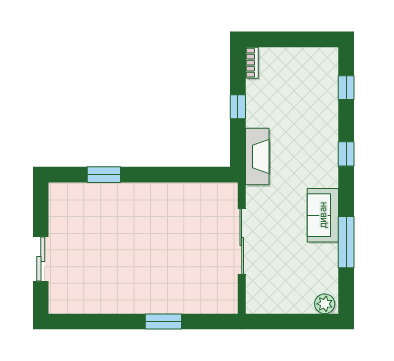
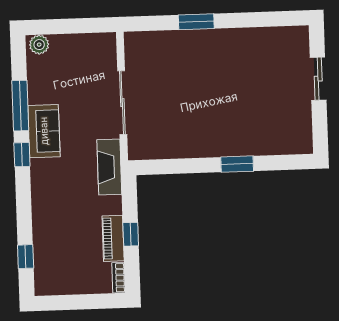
piano: (256, 103) -> (113, 238), added
window: (346, 154) -> (22, 155), moved
fireplace: (257, 157) -> (109, 167), moved
window: (104, 175) -> (237, 164), moved

